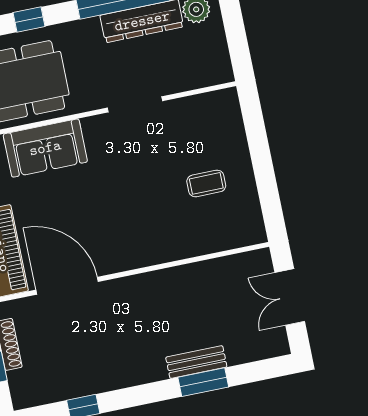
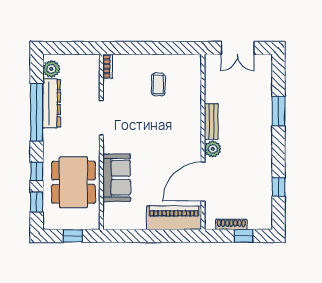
bookcase: (219, 98) -> (108, 66), added
plant: (122, 291) -> (213, 149), added
bench: (196, 362) -> (211, 121), moved

